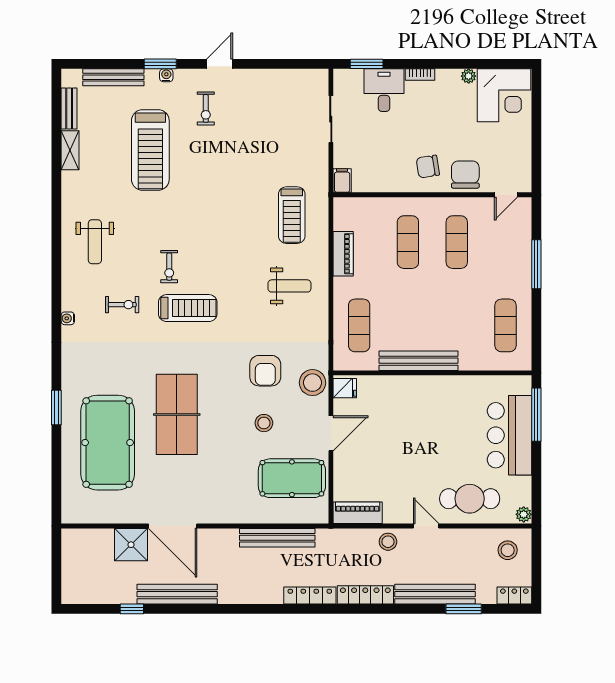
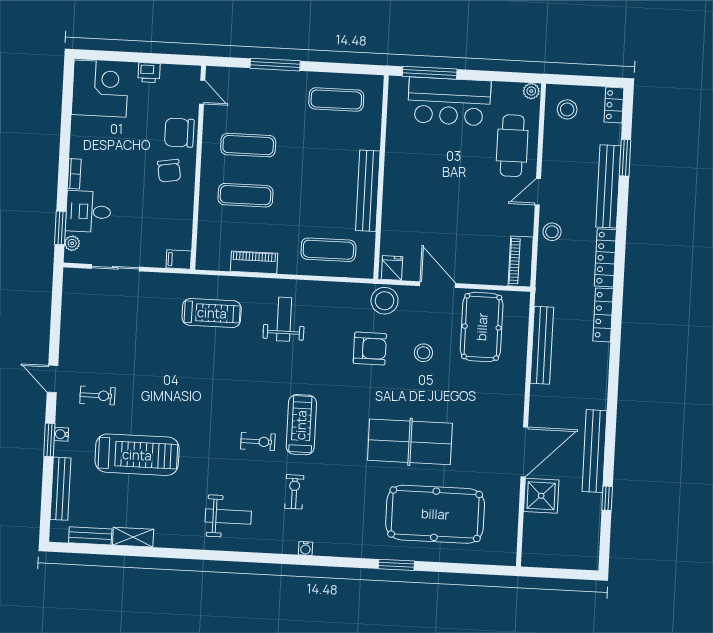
plant: (469, 76) -> (72, 243), moved
printer: (522, 142) -> (149, 73), added

